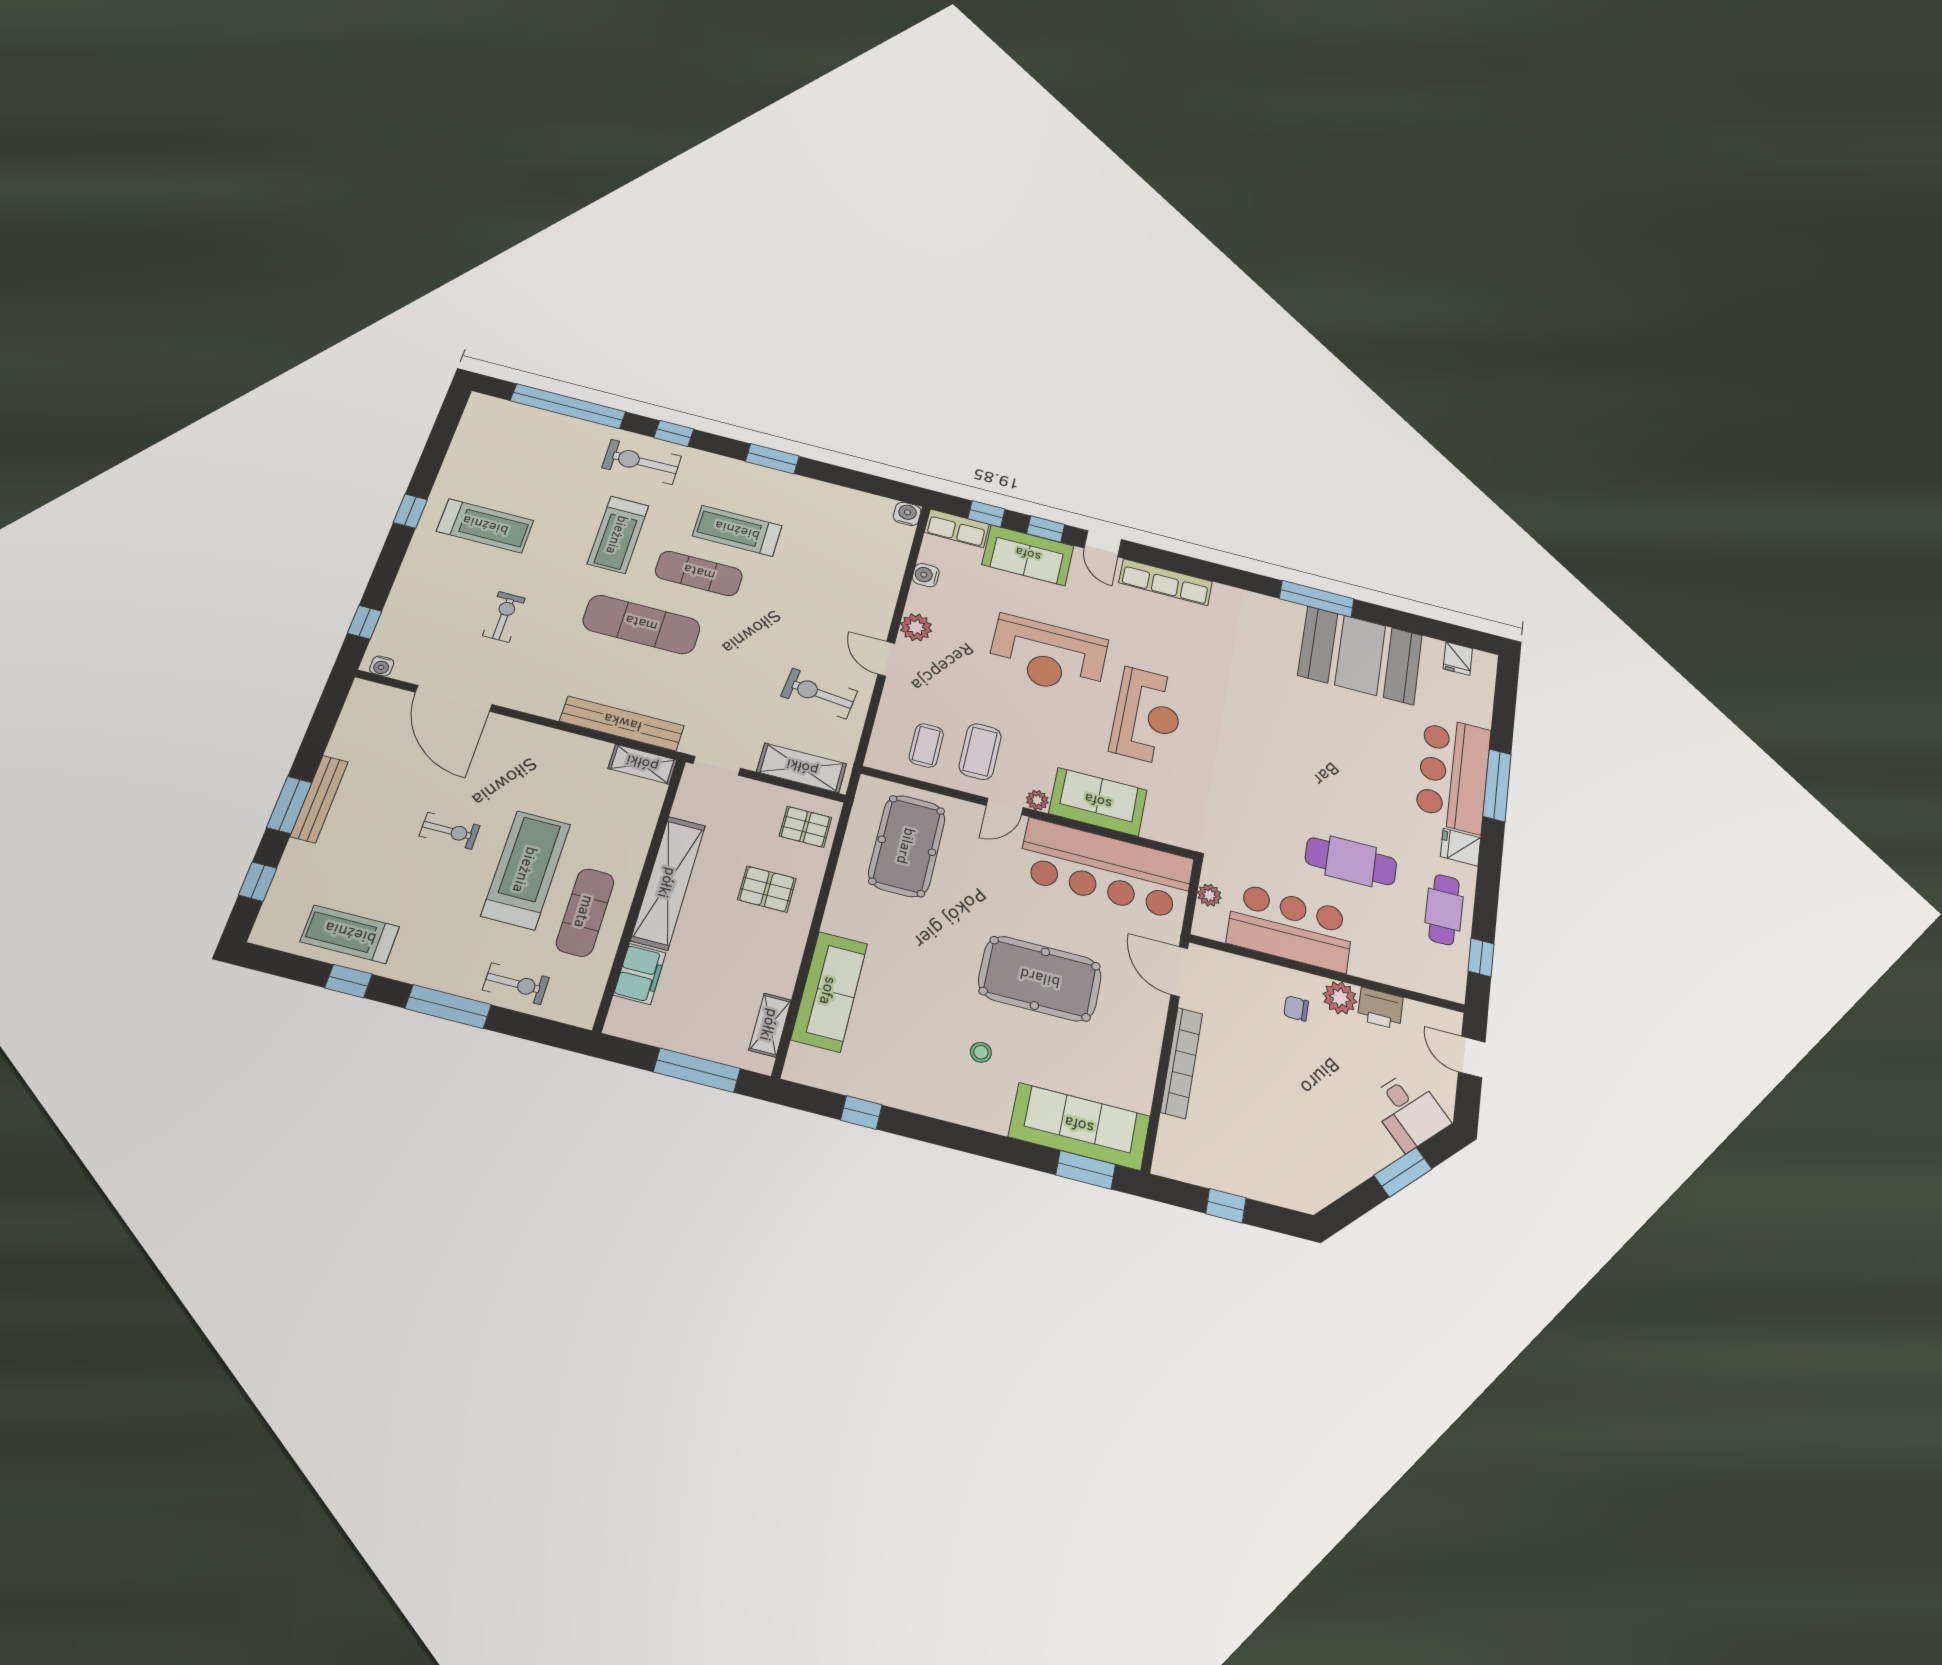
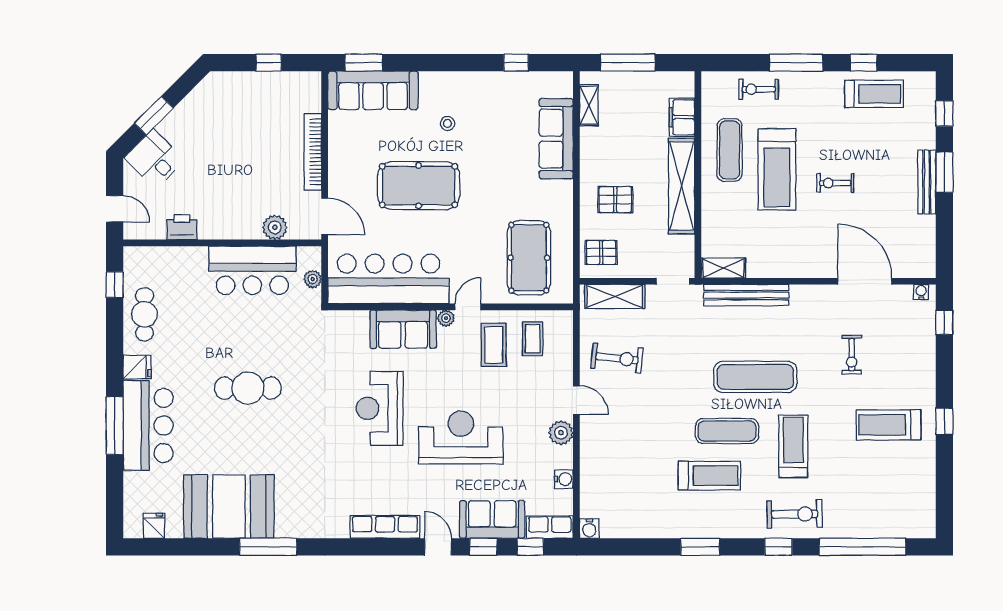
cafe table: (1351, 861) -> (248, 388), moved
plant: (1340, 998) -> (275, 227), moved
chair: (1296, 1008) -> (240, 211), removed

